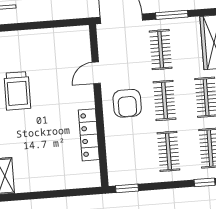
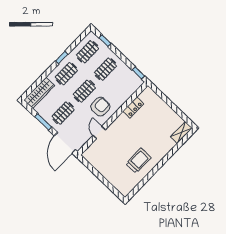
door: (96, 73) -> (99, 133), swing flipped
locker: (89, 135) -> (133, 107), width x0.66

